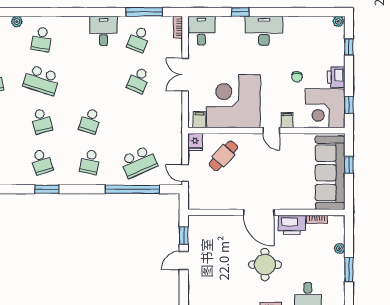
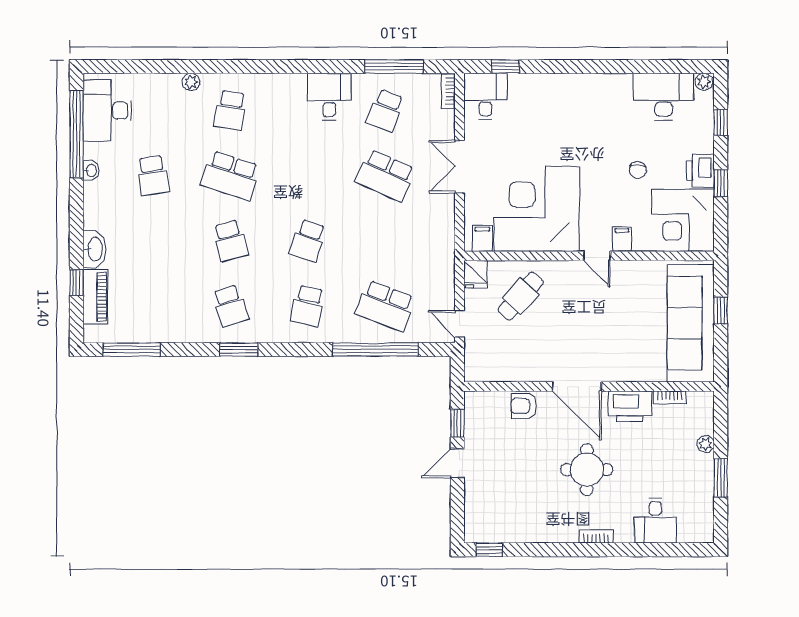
window: (240, 12) -> (505, 67), moved
desk: (264, 31) -> (664, 97), moved
school desk: (139, 80) -> (385, 175), width x1.85
window: (349, 105) -> (721, 183), moved
school desk: (139, 162) -> (385, 306), turned 45
armchair: (225, 225) -> (524, 406), added

